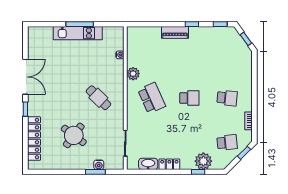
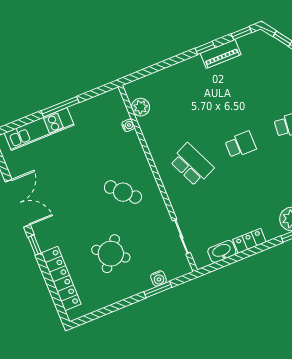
piano: (175, 32) -> (221, 54), moved
kitchen unit: (78, 33) -> (39, 129), moved
plant: (133, 74) -> (141, 107), moved

